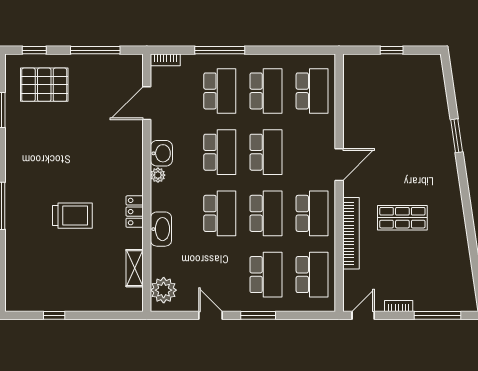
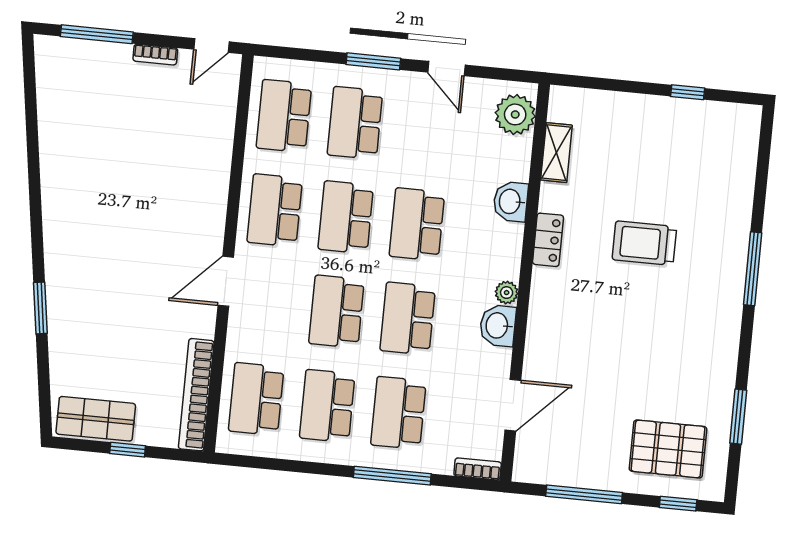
shop shelf: (402, 218) -> (96, 419), moved
washbasin: (161, 229) -> (511, 202), width x0.72
bookcase: (351, 233) -> (196, 395), moved

